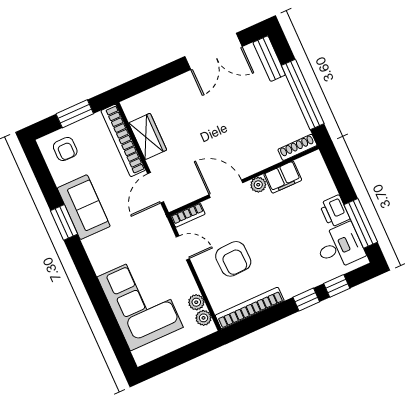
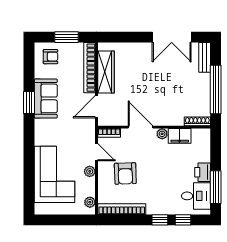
wardrobe: (148, 136) -> (106, 72), width x1.50
armchair: (65, 149) -> (51, 57), turned -90
plant: (196, 302) -> (90, 171), moved

